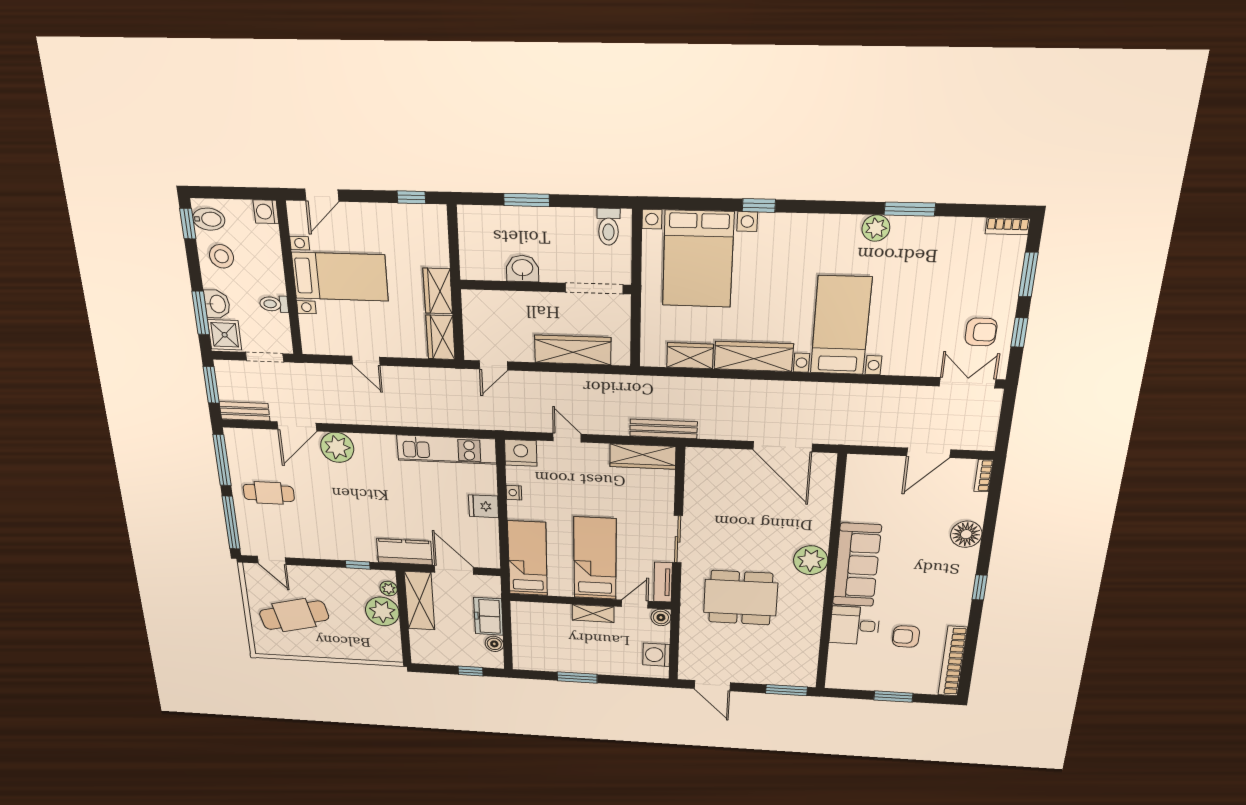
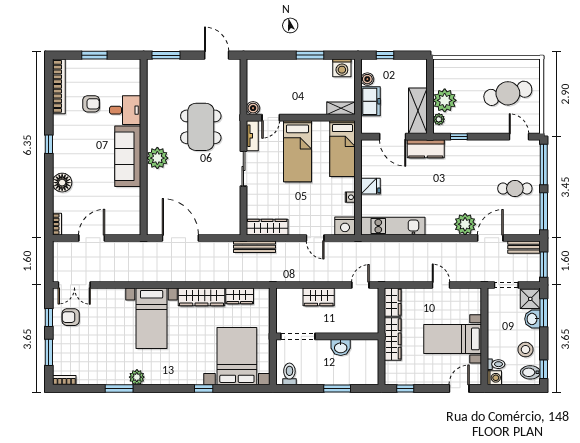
wardrobe: (438, 291) -> (393, 339), width x1.50
toilet: (274, 304) -> (496, 364), moved
wardrobe: (573, 350) -> (319, 297), width x0.67
dining table: (741, 598) -> (201, 127), turned 90
shelving: (593, 613) -> (341, 108), moved
washing machine: (656, 655) -> (342, 68), moved, turned 90

